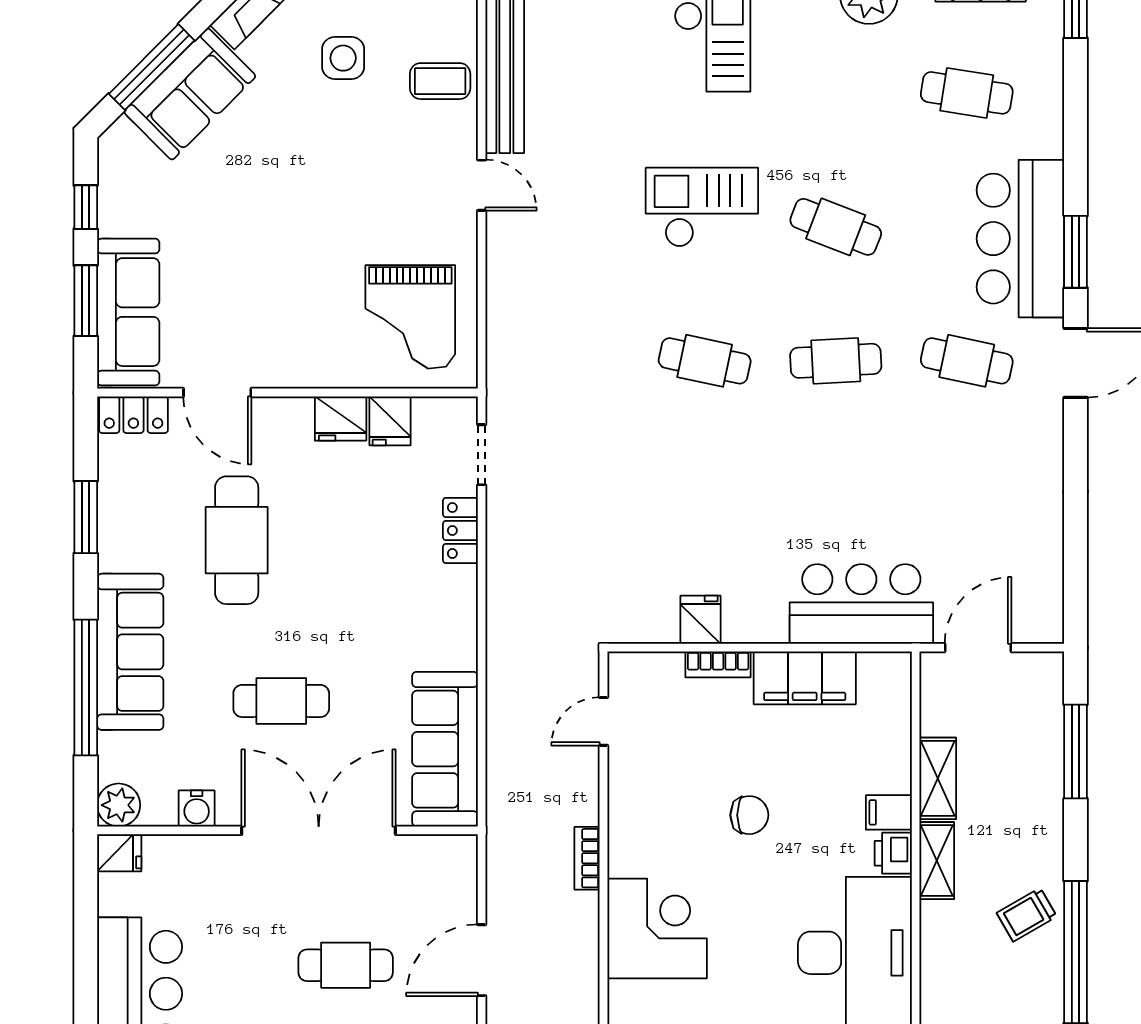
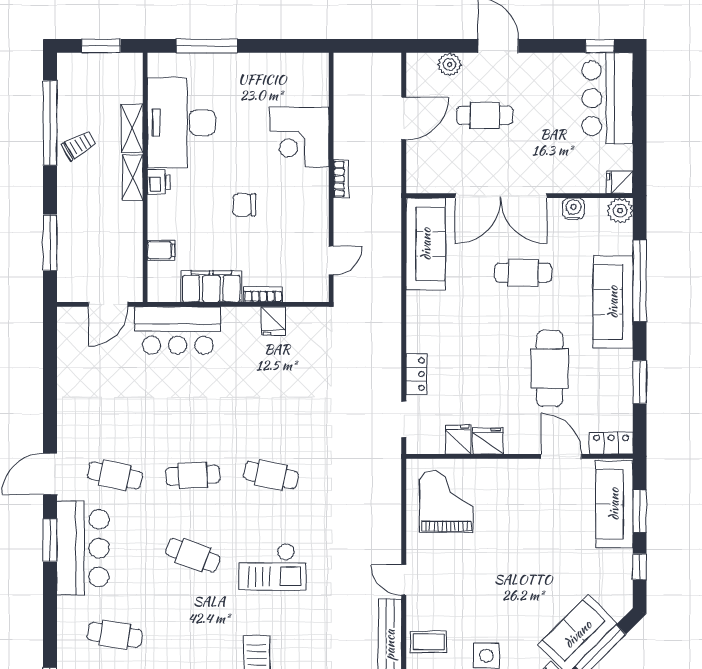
shelving: (938, 778) -> (132, 129), moved
filing cabinet: (889, 812) -> (161, 250), moved

